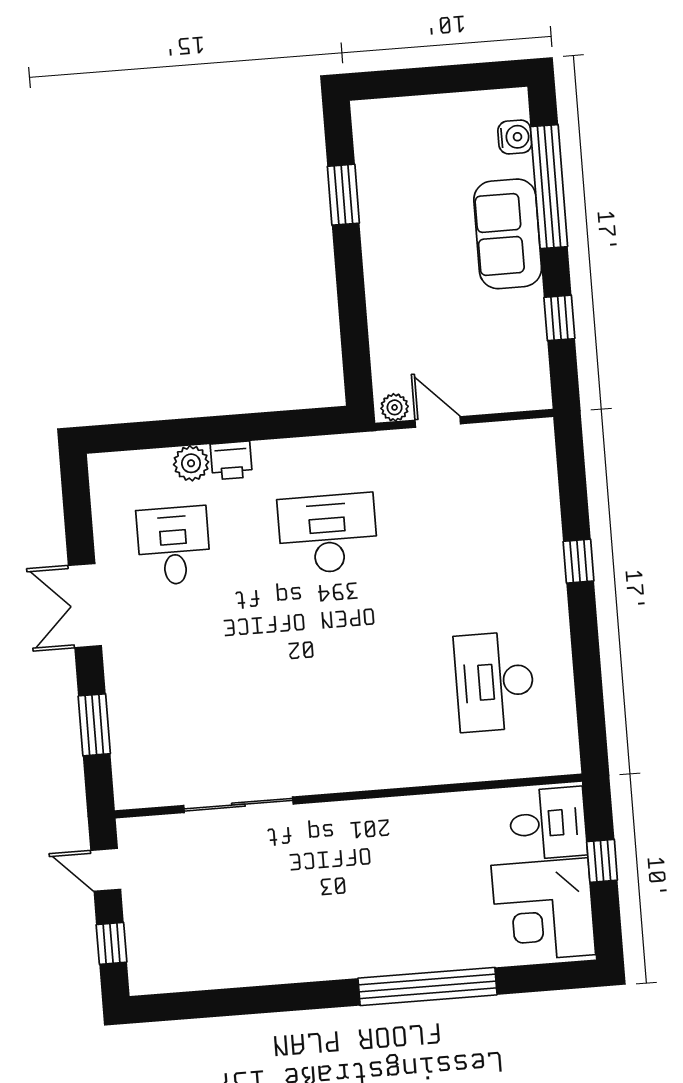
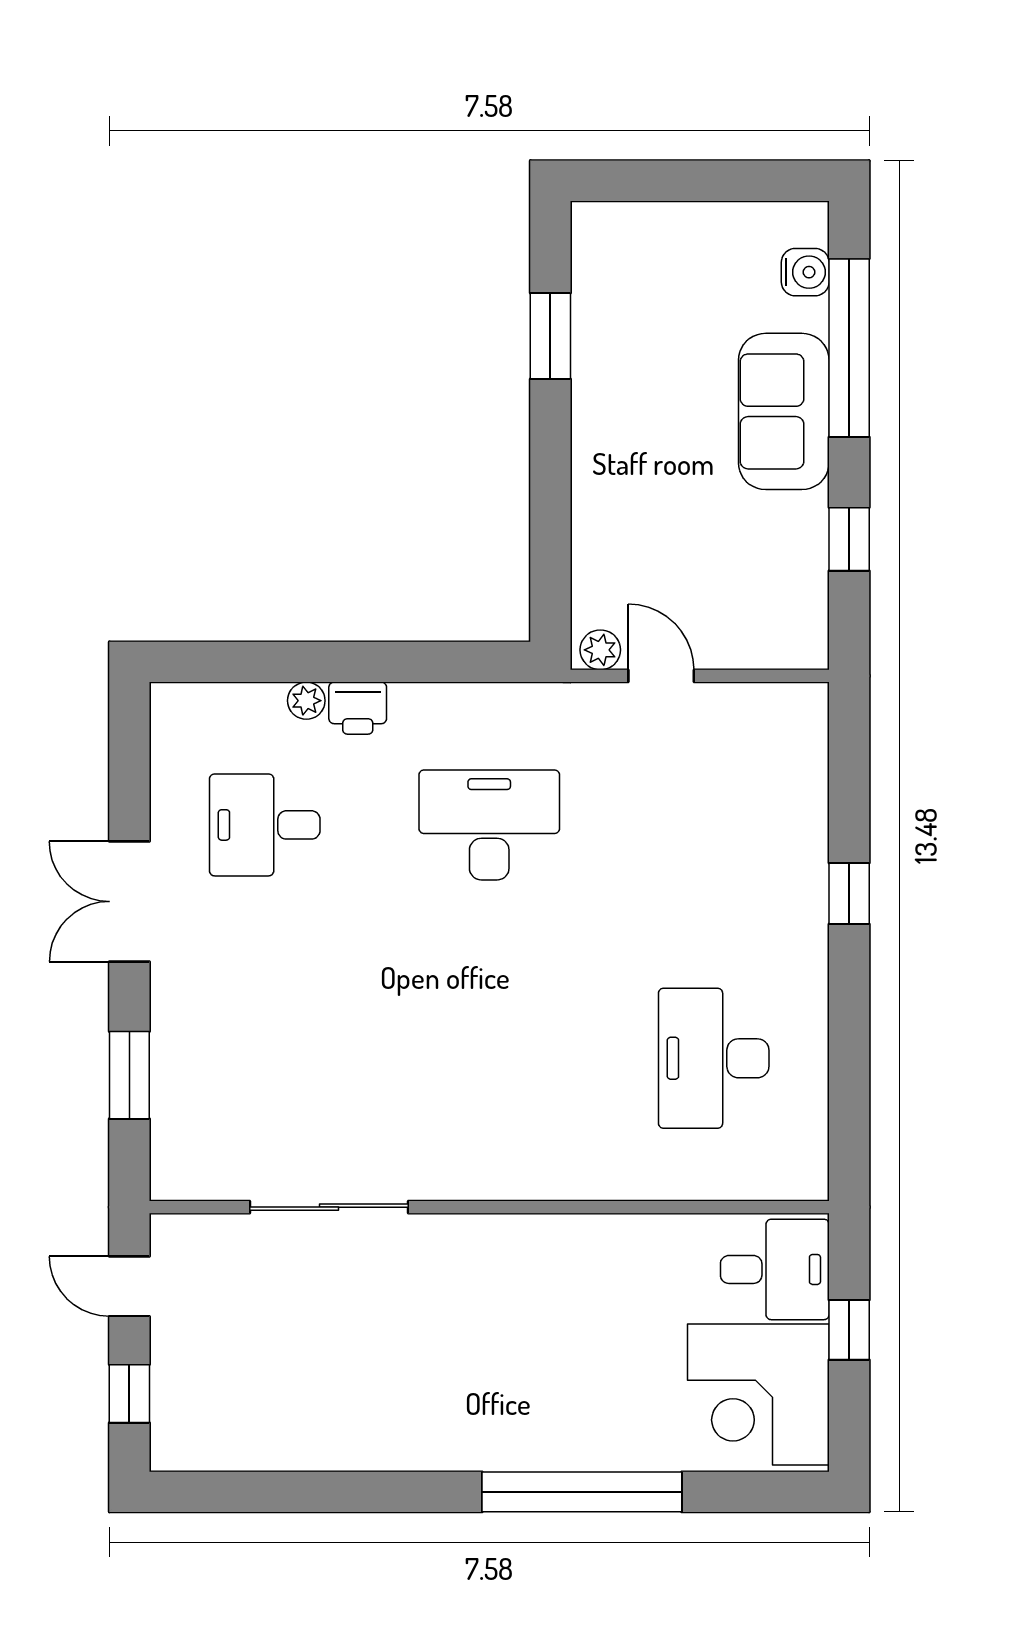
plant: (191, 463) -> (306, 701), width x0.73, depth x0.73
desk: (174, 546) -> (265, 825), turned -90

